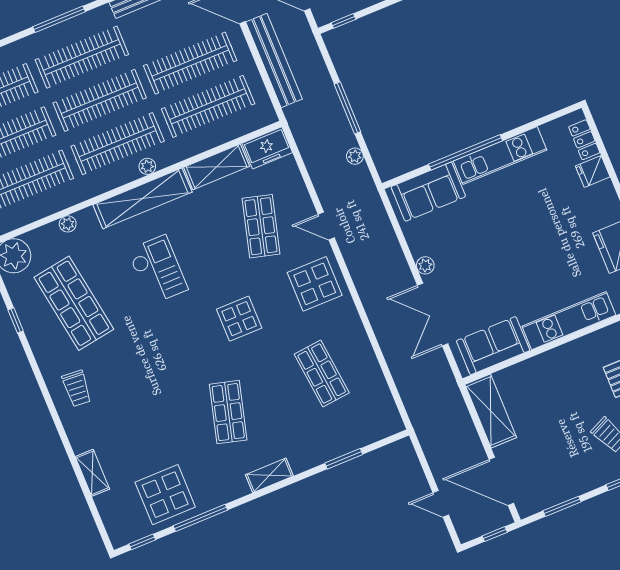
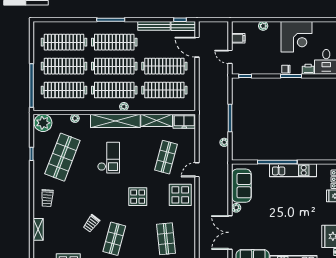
bench: (274, 60) -> (205, 81), removed
sofa: (428, 192) -> (241, 186), moved, turned -90
door: (326, 226) -> (197, 170), hinge flipped
shop shelf: (74, 303) -> (62, 157), turned 30
trolley: (176, 401) -> (91, 223), added
shelving: (92, 473) -> (38, 229), moved

